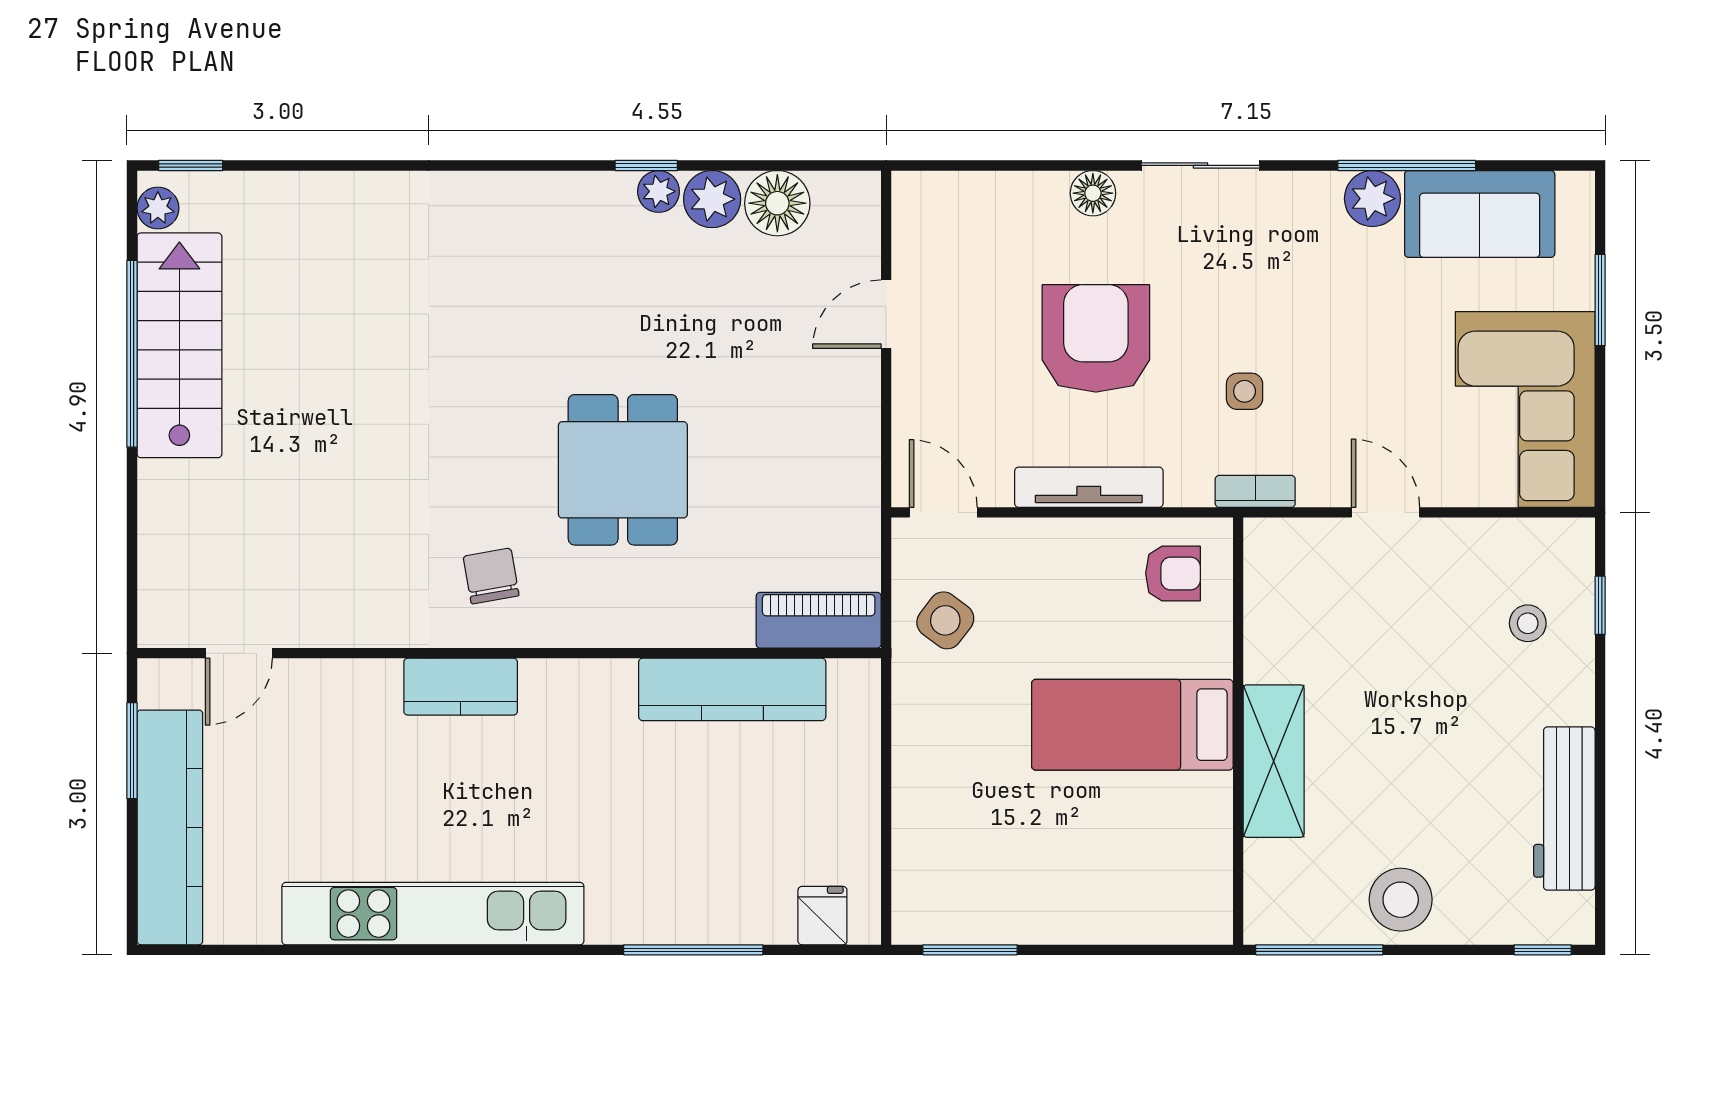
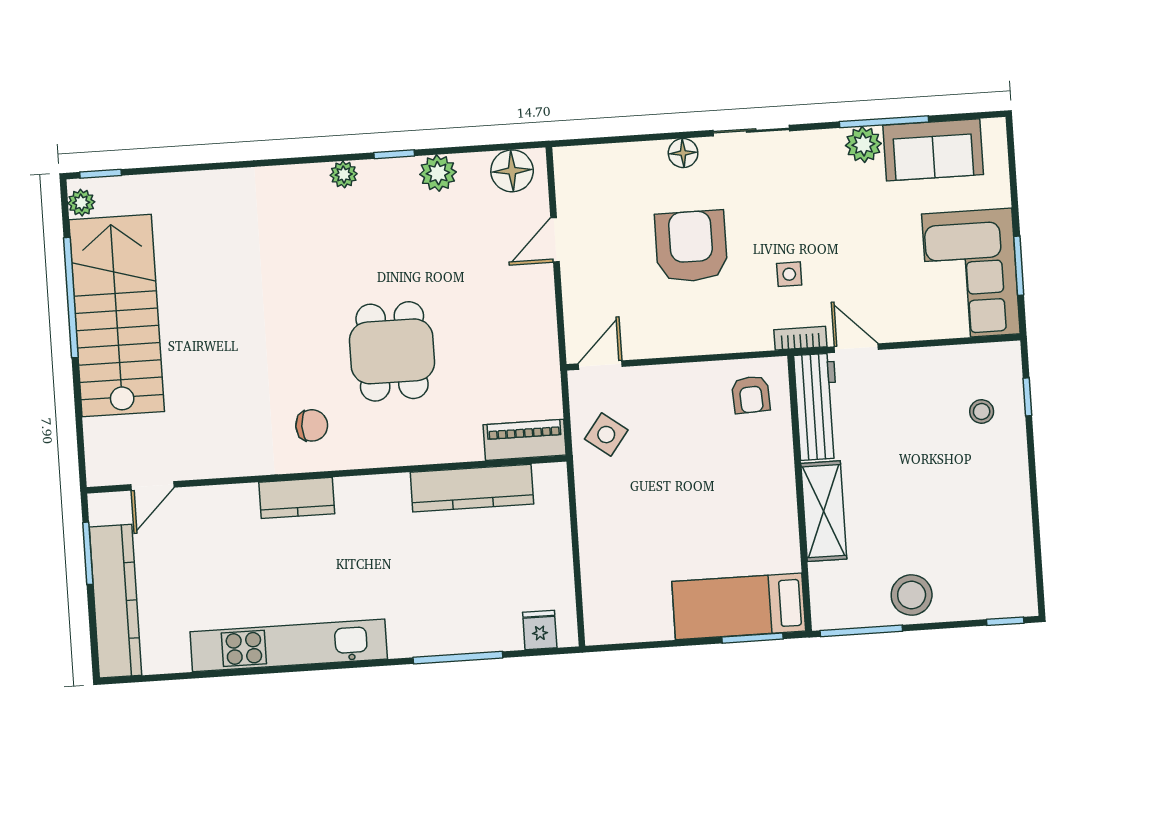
plant: (659, 191) -> (344, 174), moved
floor lamp: (777, 203) -> (512, 171), moved
window: (1600, 300) -> (1019, 266), moved
stairs: (179, 345) -> (117, 316), width x1.36, depth x1.51
tv unit: (1089, 487) -> (693, 343), removed
door: (943, 512) -> (600, 365), hinge flipped
door: (1386, 512) -> (856, 348), moved
armchair: (1173, 573) -> (751, 395), turned 87
chair: (491, 576) -> (312, 425), turned 100
bed: (1132, 725) -> (739, 606), moved
workbench: (1564, 809) -> (817, 407), moved, turned 180
window: (970, 950) -> (753, 638), moved

